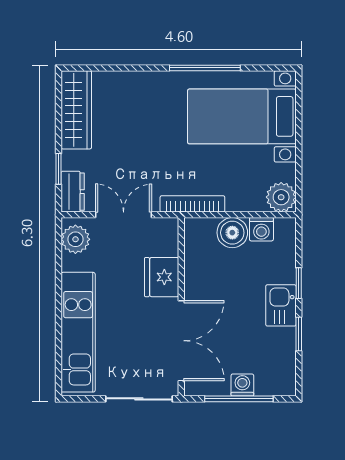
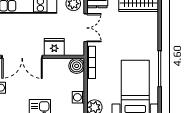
boiler: (232, 233) -> (77, 66), moved

